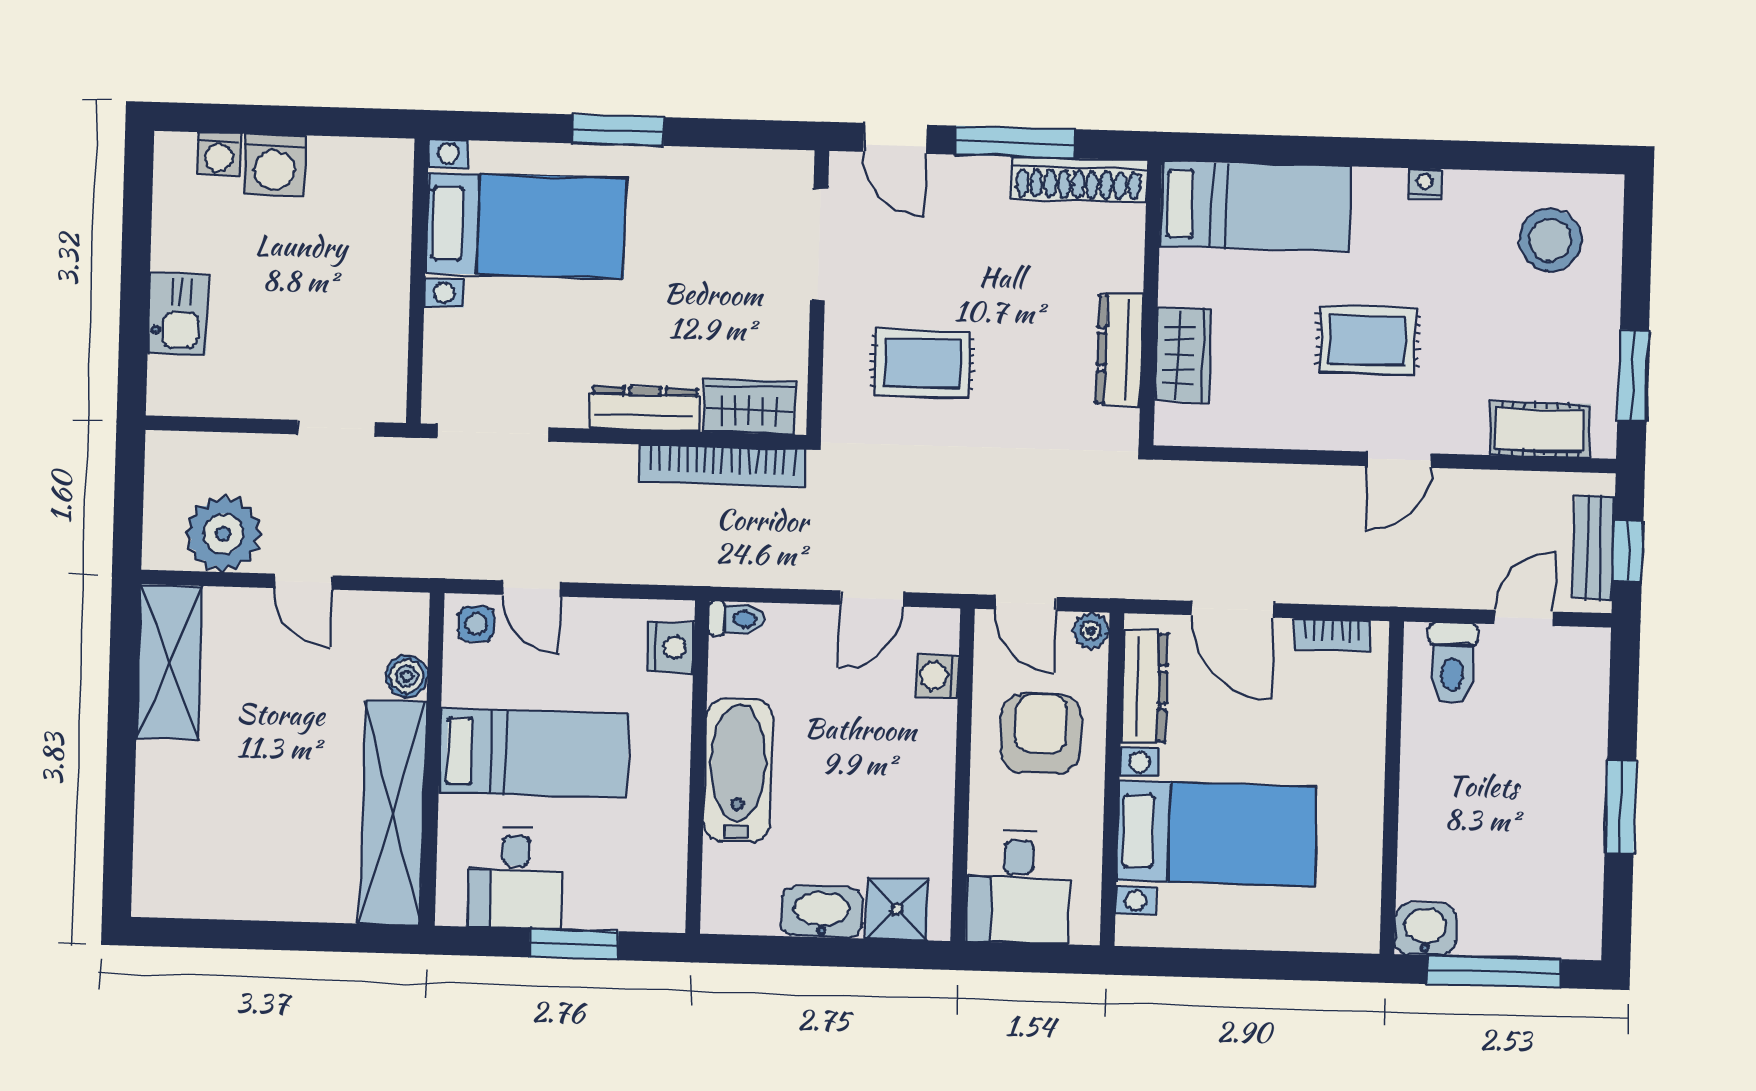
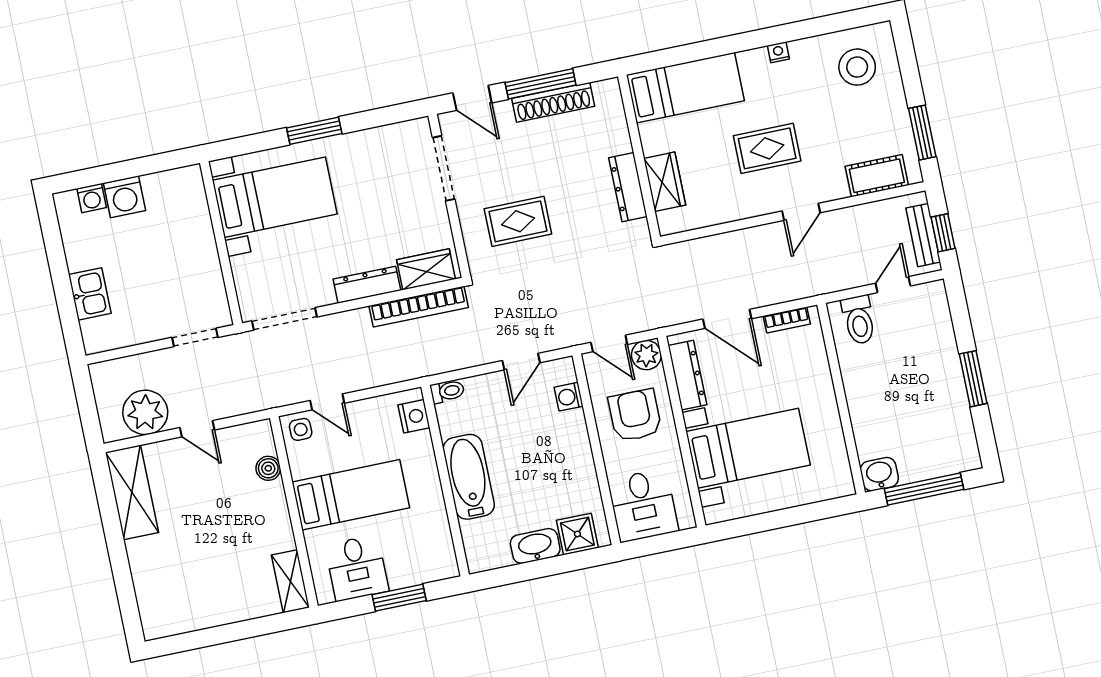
shoe rack: (1078, 179) -> (553, 102), moved
plant: (1091, 631) -> (646, 355), width x1.38, depth x1.38
shelving: (393, 812) -> (290, 581), width x0.45, depth x0.75

